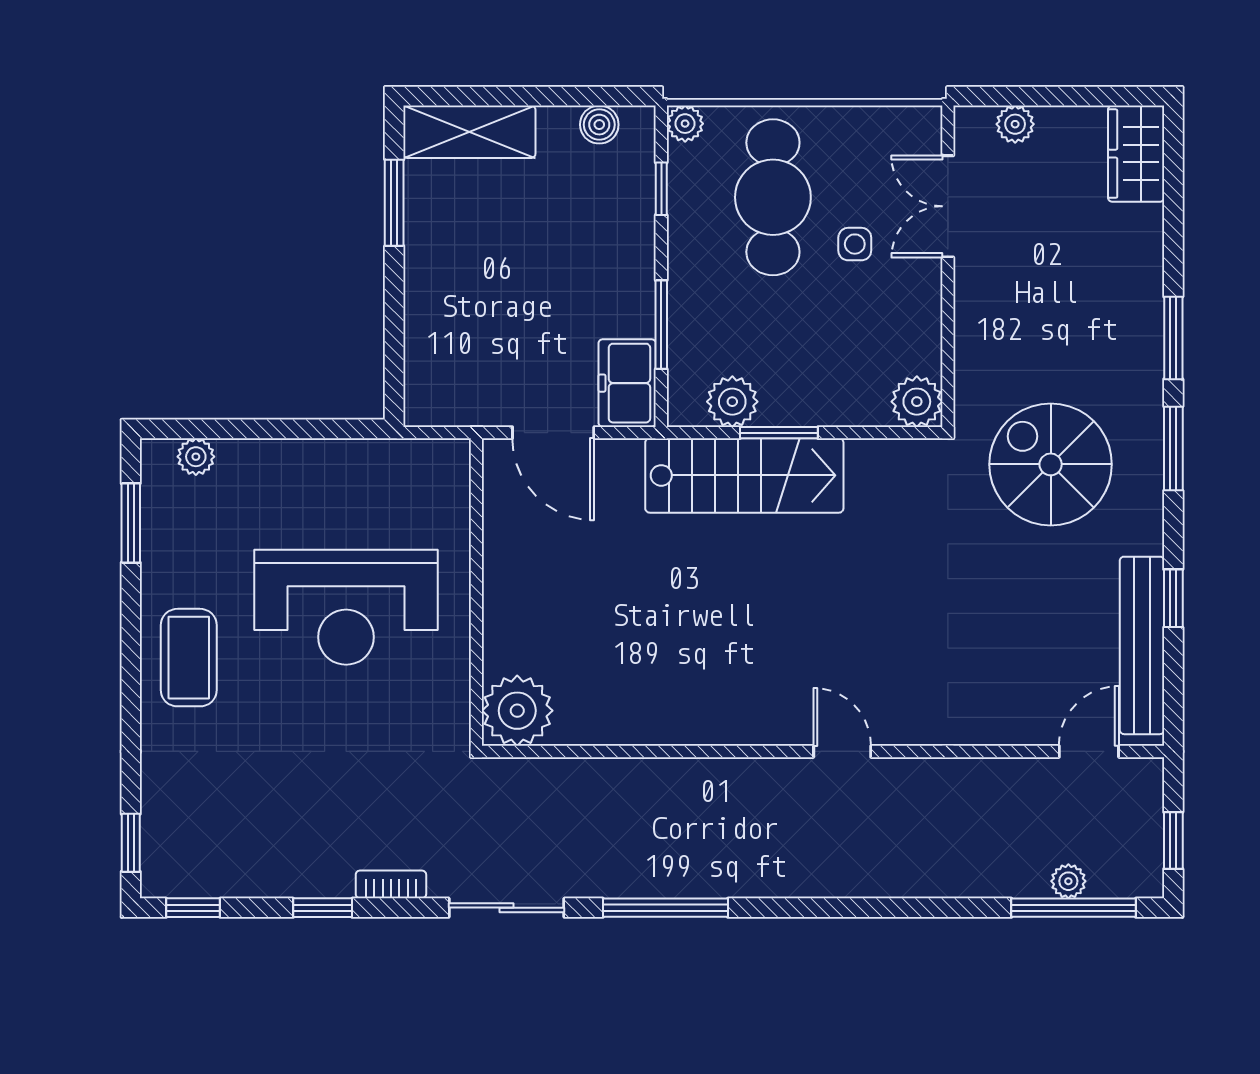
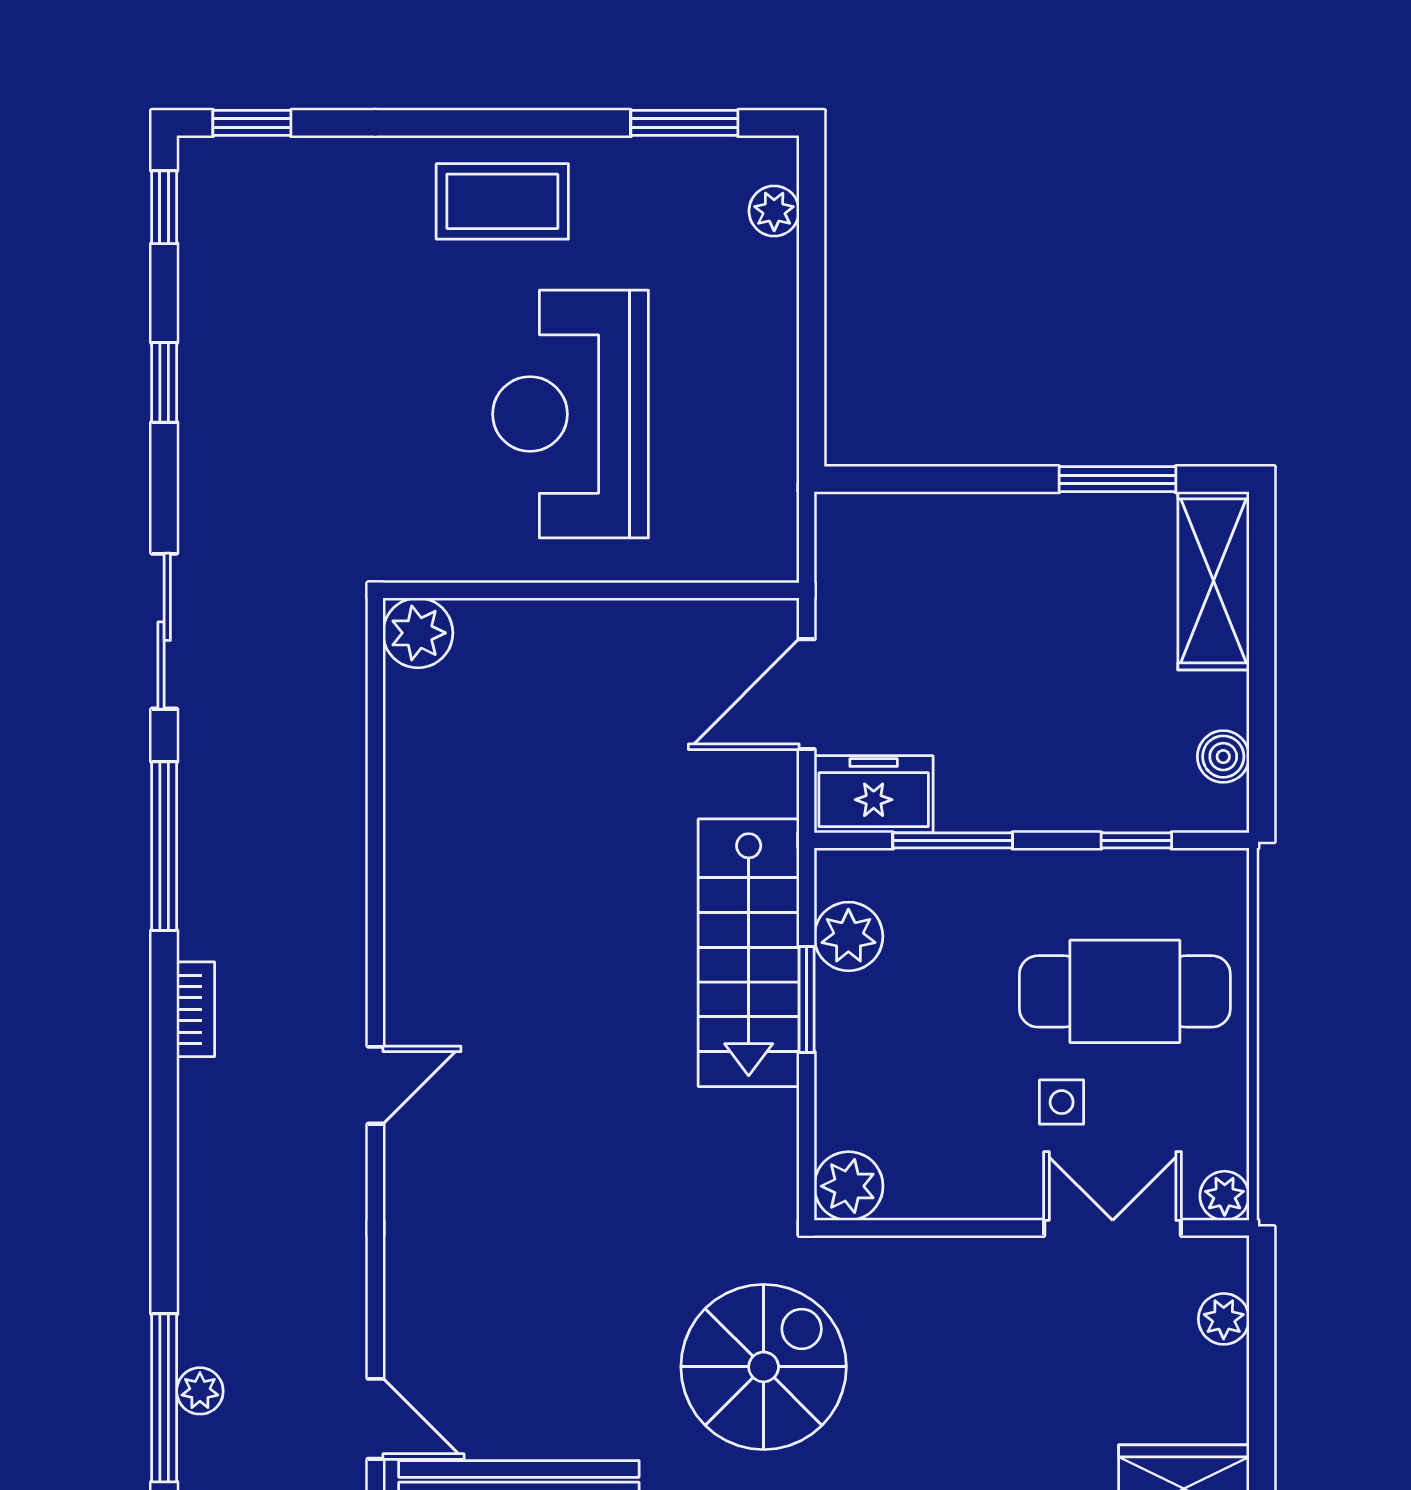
plant: (685, 124) -> (1225, 1196), moved
plant: (517, 711) -> (418, 633), width x0.73, depth x0.73
bookcase: (391, 884) -> (196, 1009), moved

